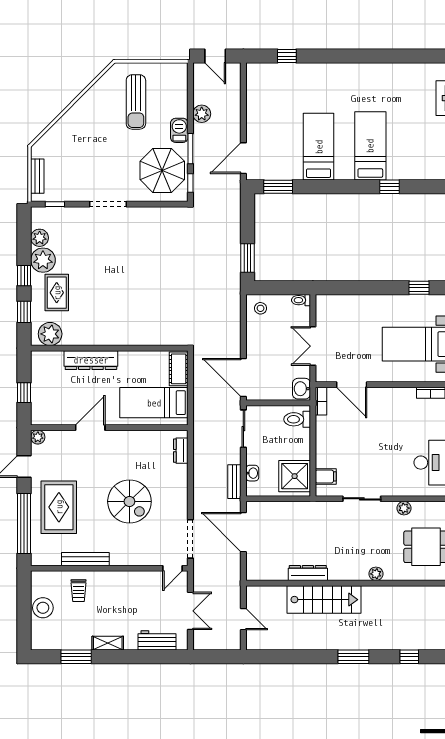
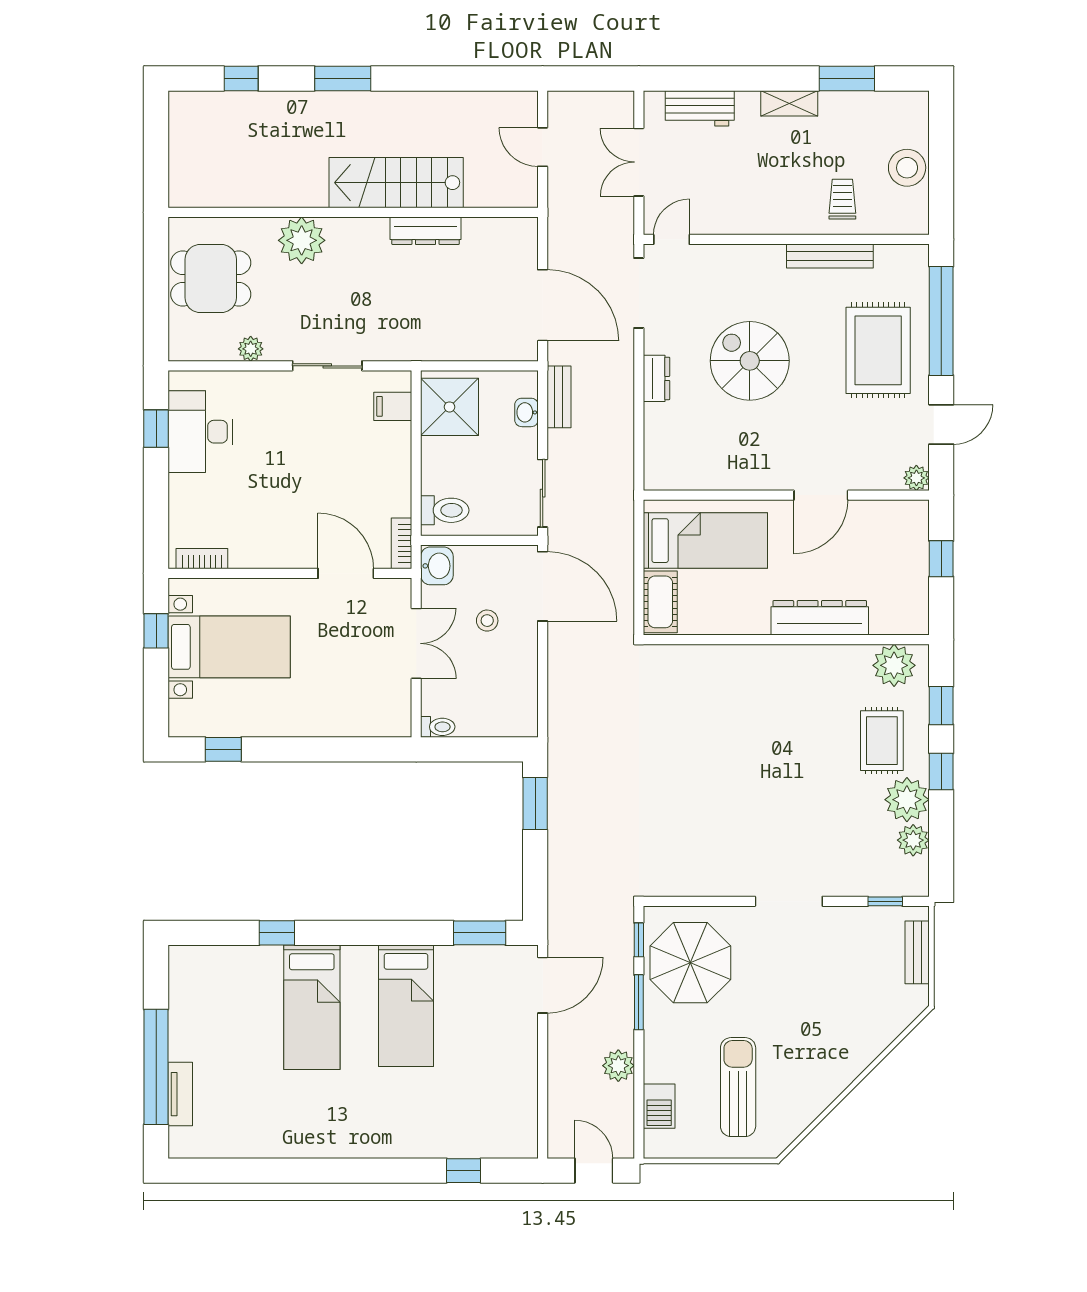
barbecue: (179, 130) -> (659, 1106), moved
stool: (261, 308) -> (487, 621), moved
dresser: (181, 451) -> (656, 378), moved
plant: (376, 574) -> (302, 240), width x1.87, depth x1.87

